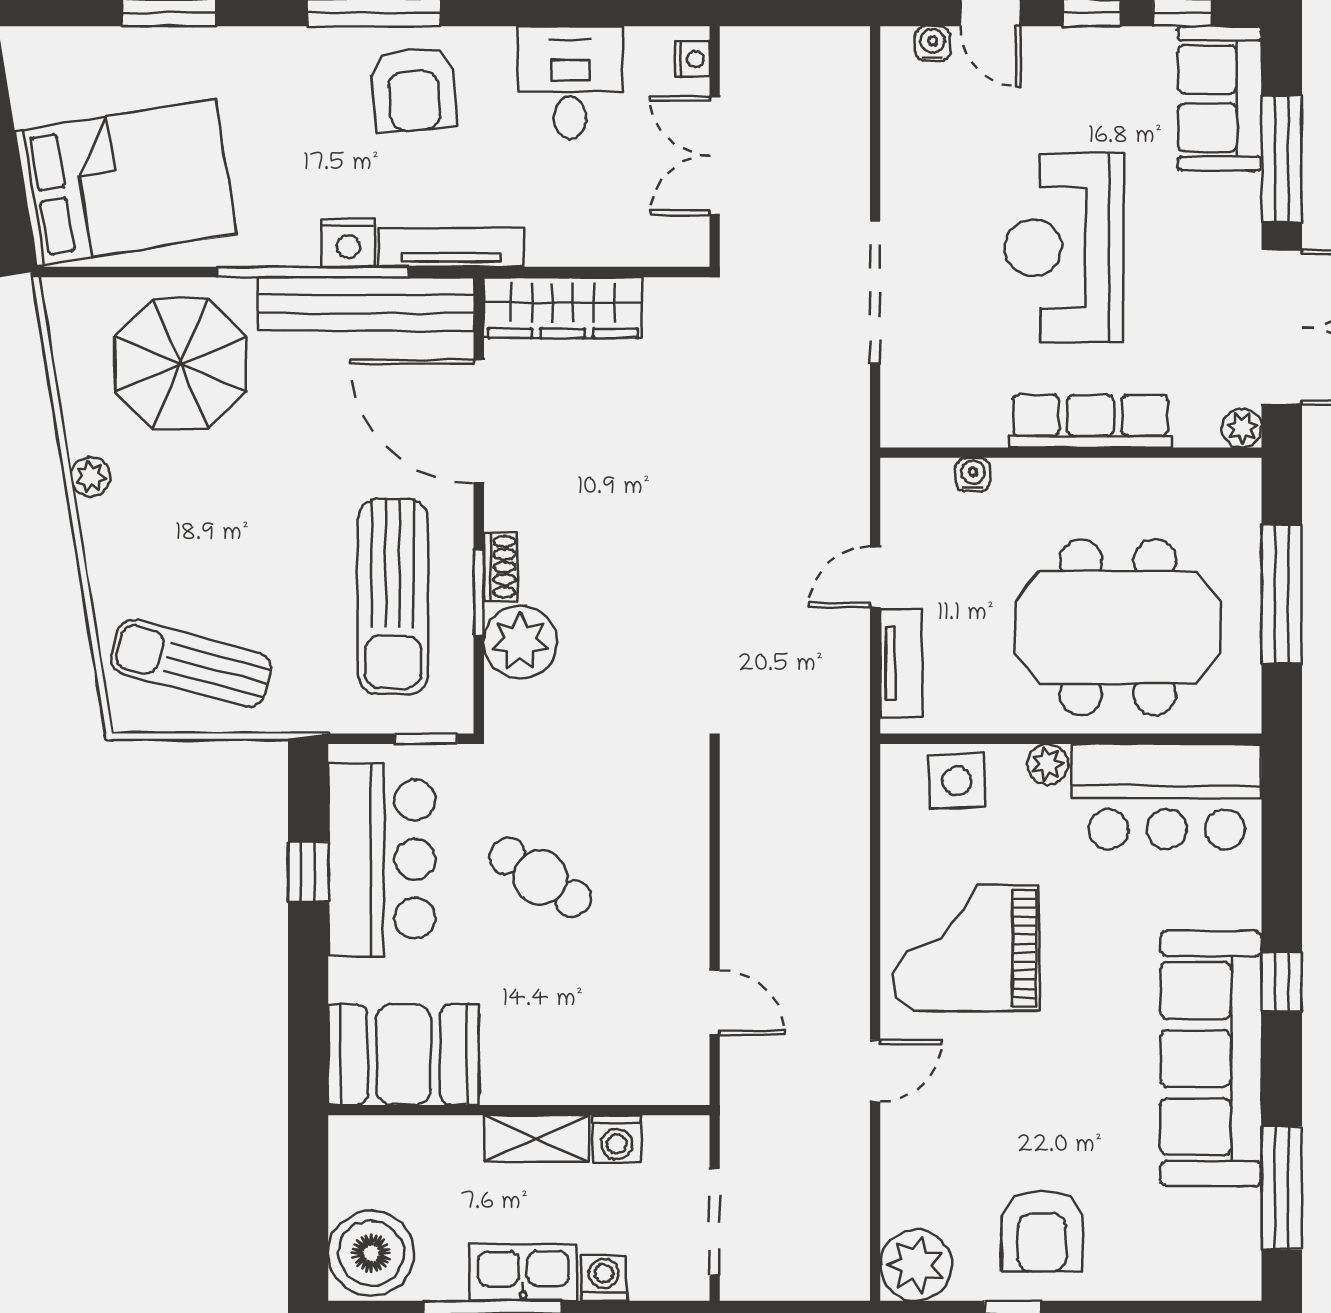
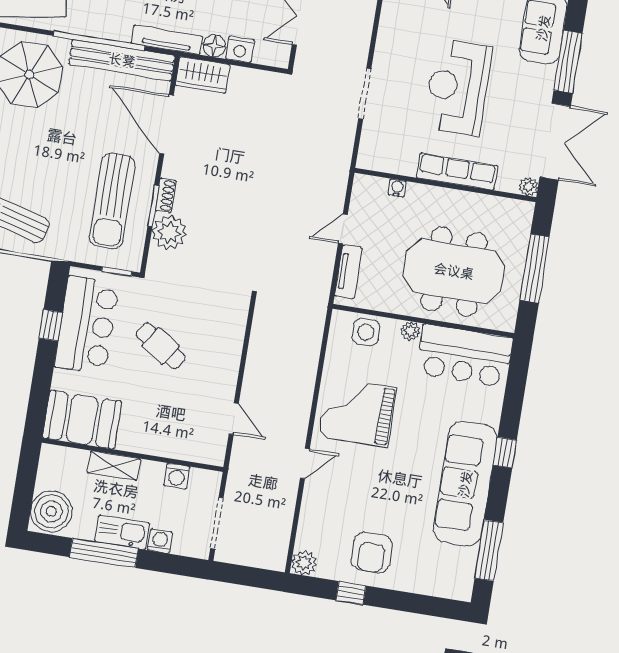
nightstand: (348, 243) -> (240, 49), moved
floor lamp: (551, 244) -> (214, 46), added
doorway: (875, 292) -> (365, 94), width x0.73
wardrobe: (563, 308) -> (203, 75), width x0.67
shelving: (537, 1139) -> (114, 466), moved
plant: (916, 1265) -> (304, 563), width x0.73, depth x0.73

